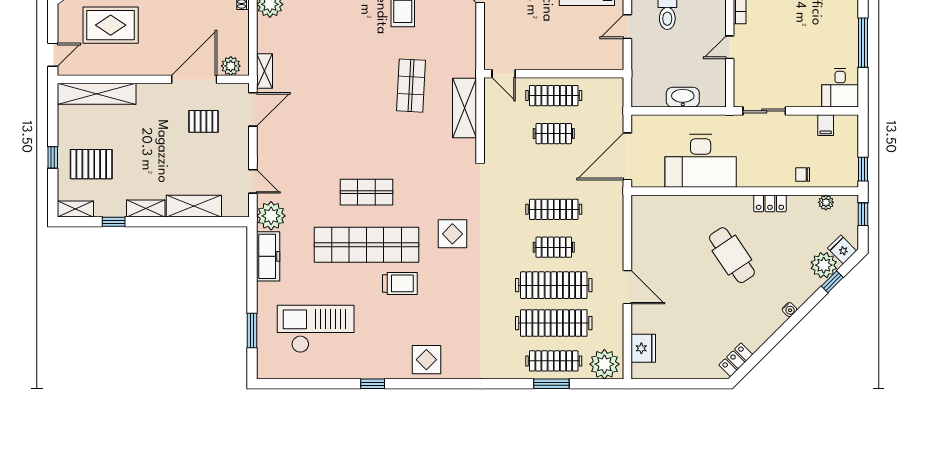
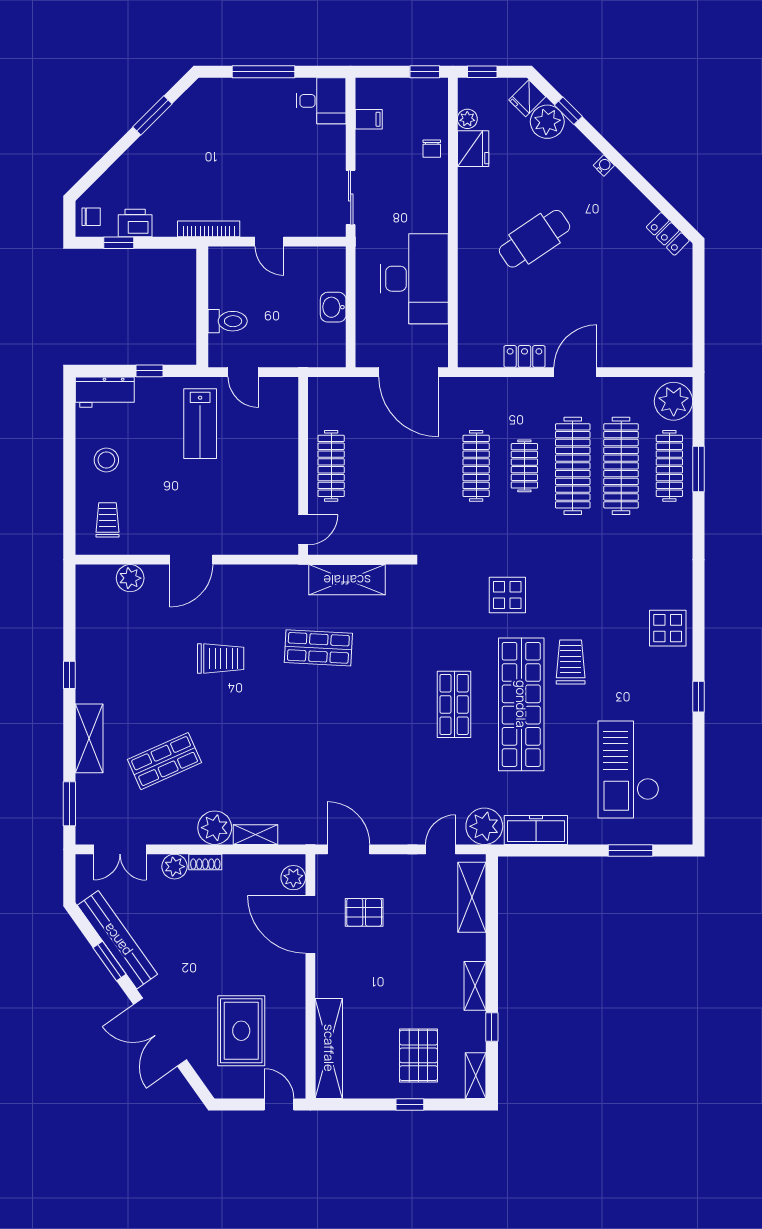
shelving: (264, 71) -> (256, 835), moved
washbasin: (683, 97) -> (333, 307), width x0.72
pallet: (204, 121) -> (364, 912), turned 90
clothes rail: (554, 134) -> (379, 466), removed
locker: (770, 203) -> (524, 356), moved, turned -90
shelving: (194, 206) -> (472, 897), moved
fridge: (643, 348) -> (473, 149), moved, turned 90

